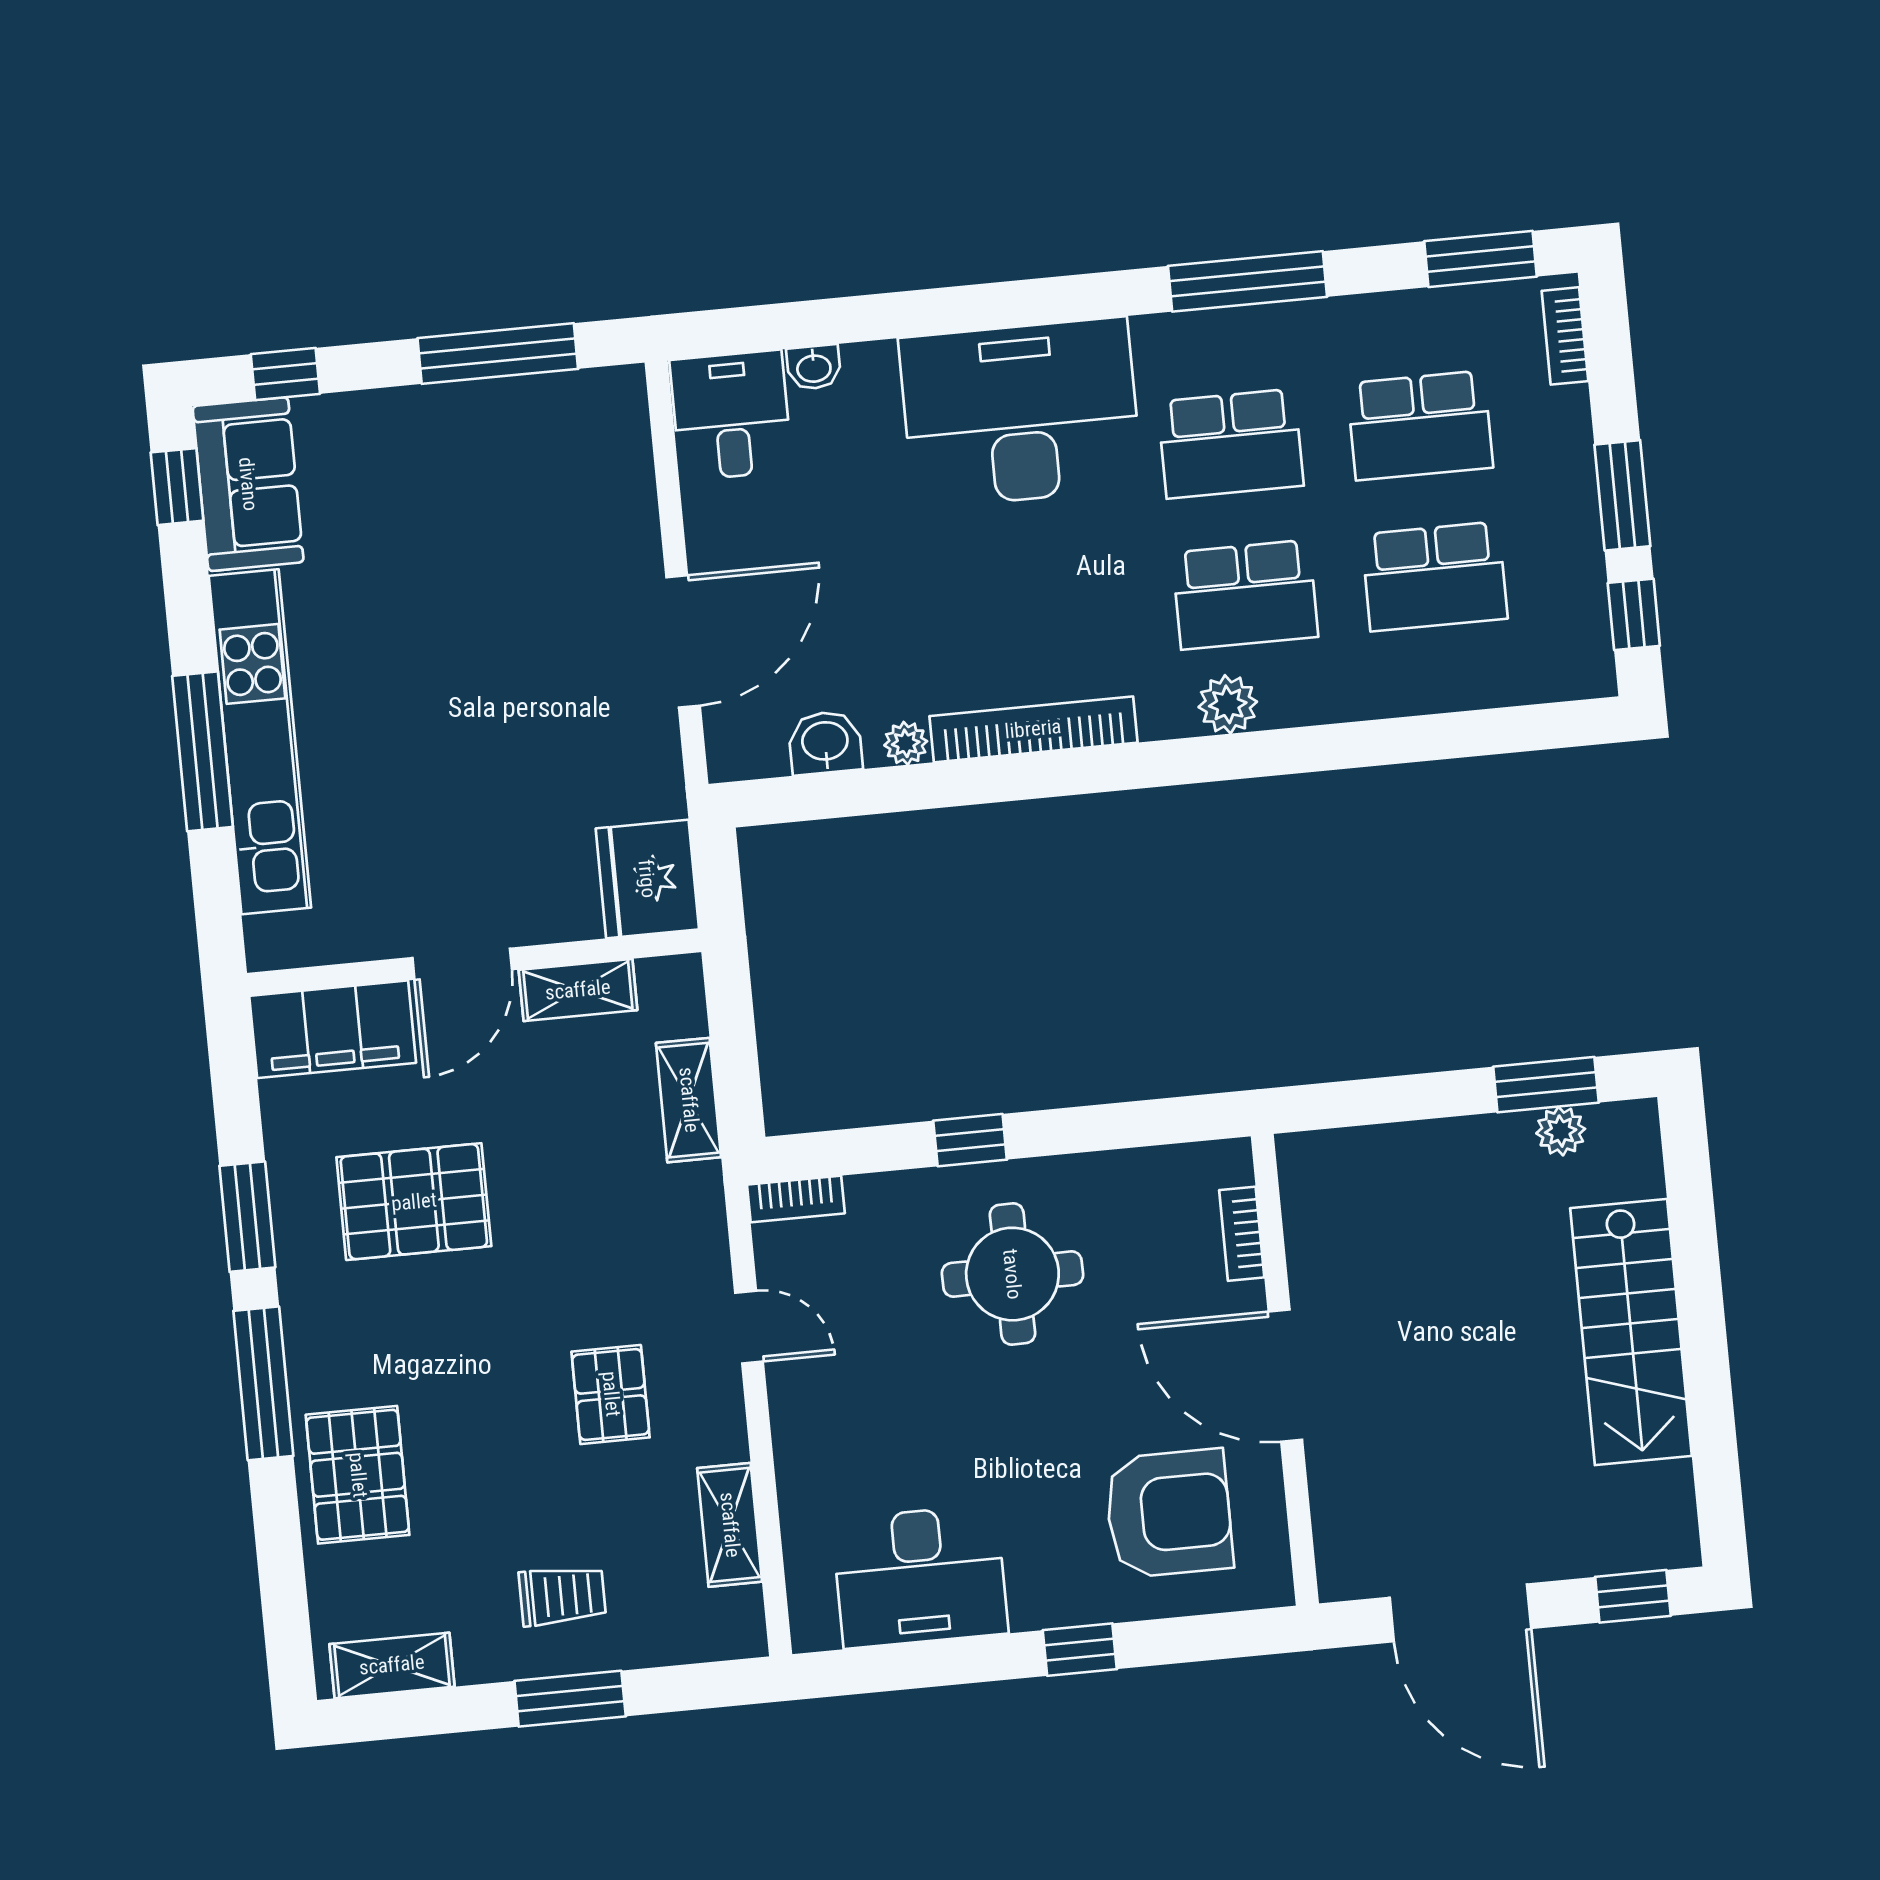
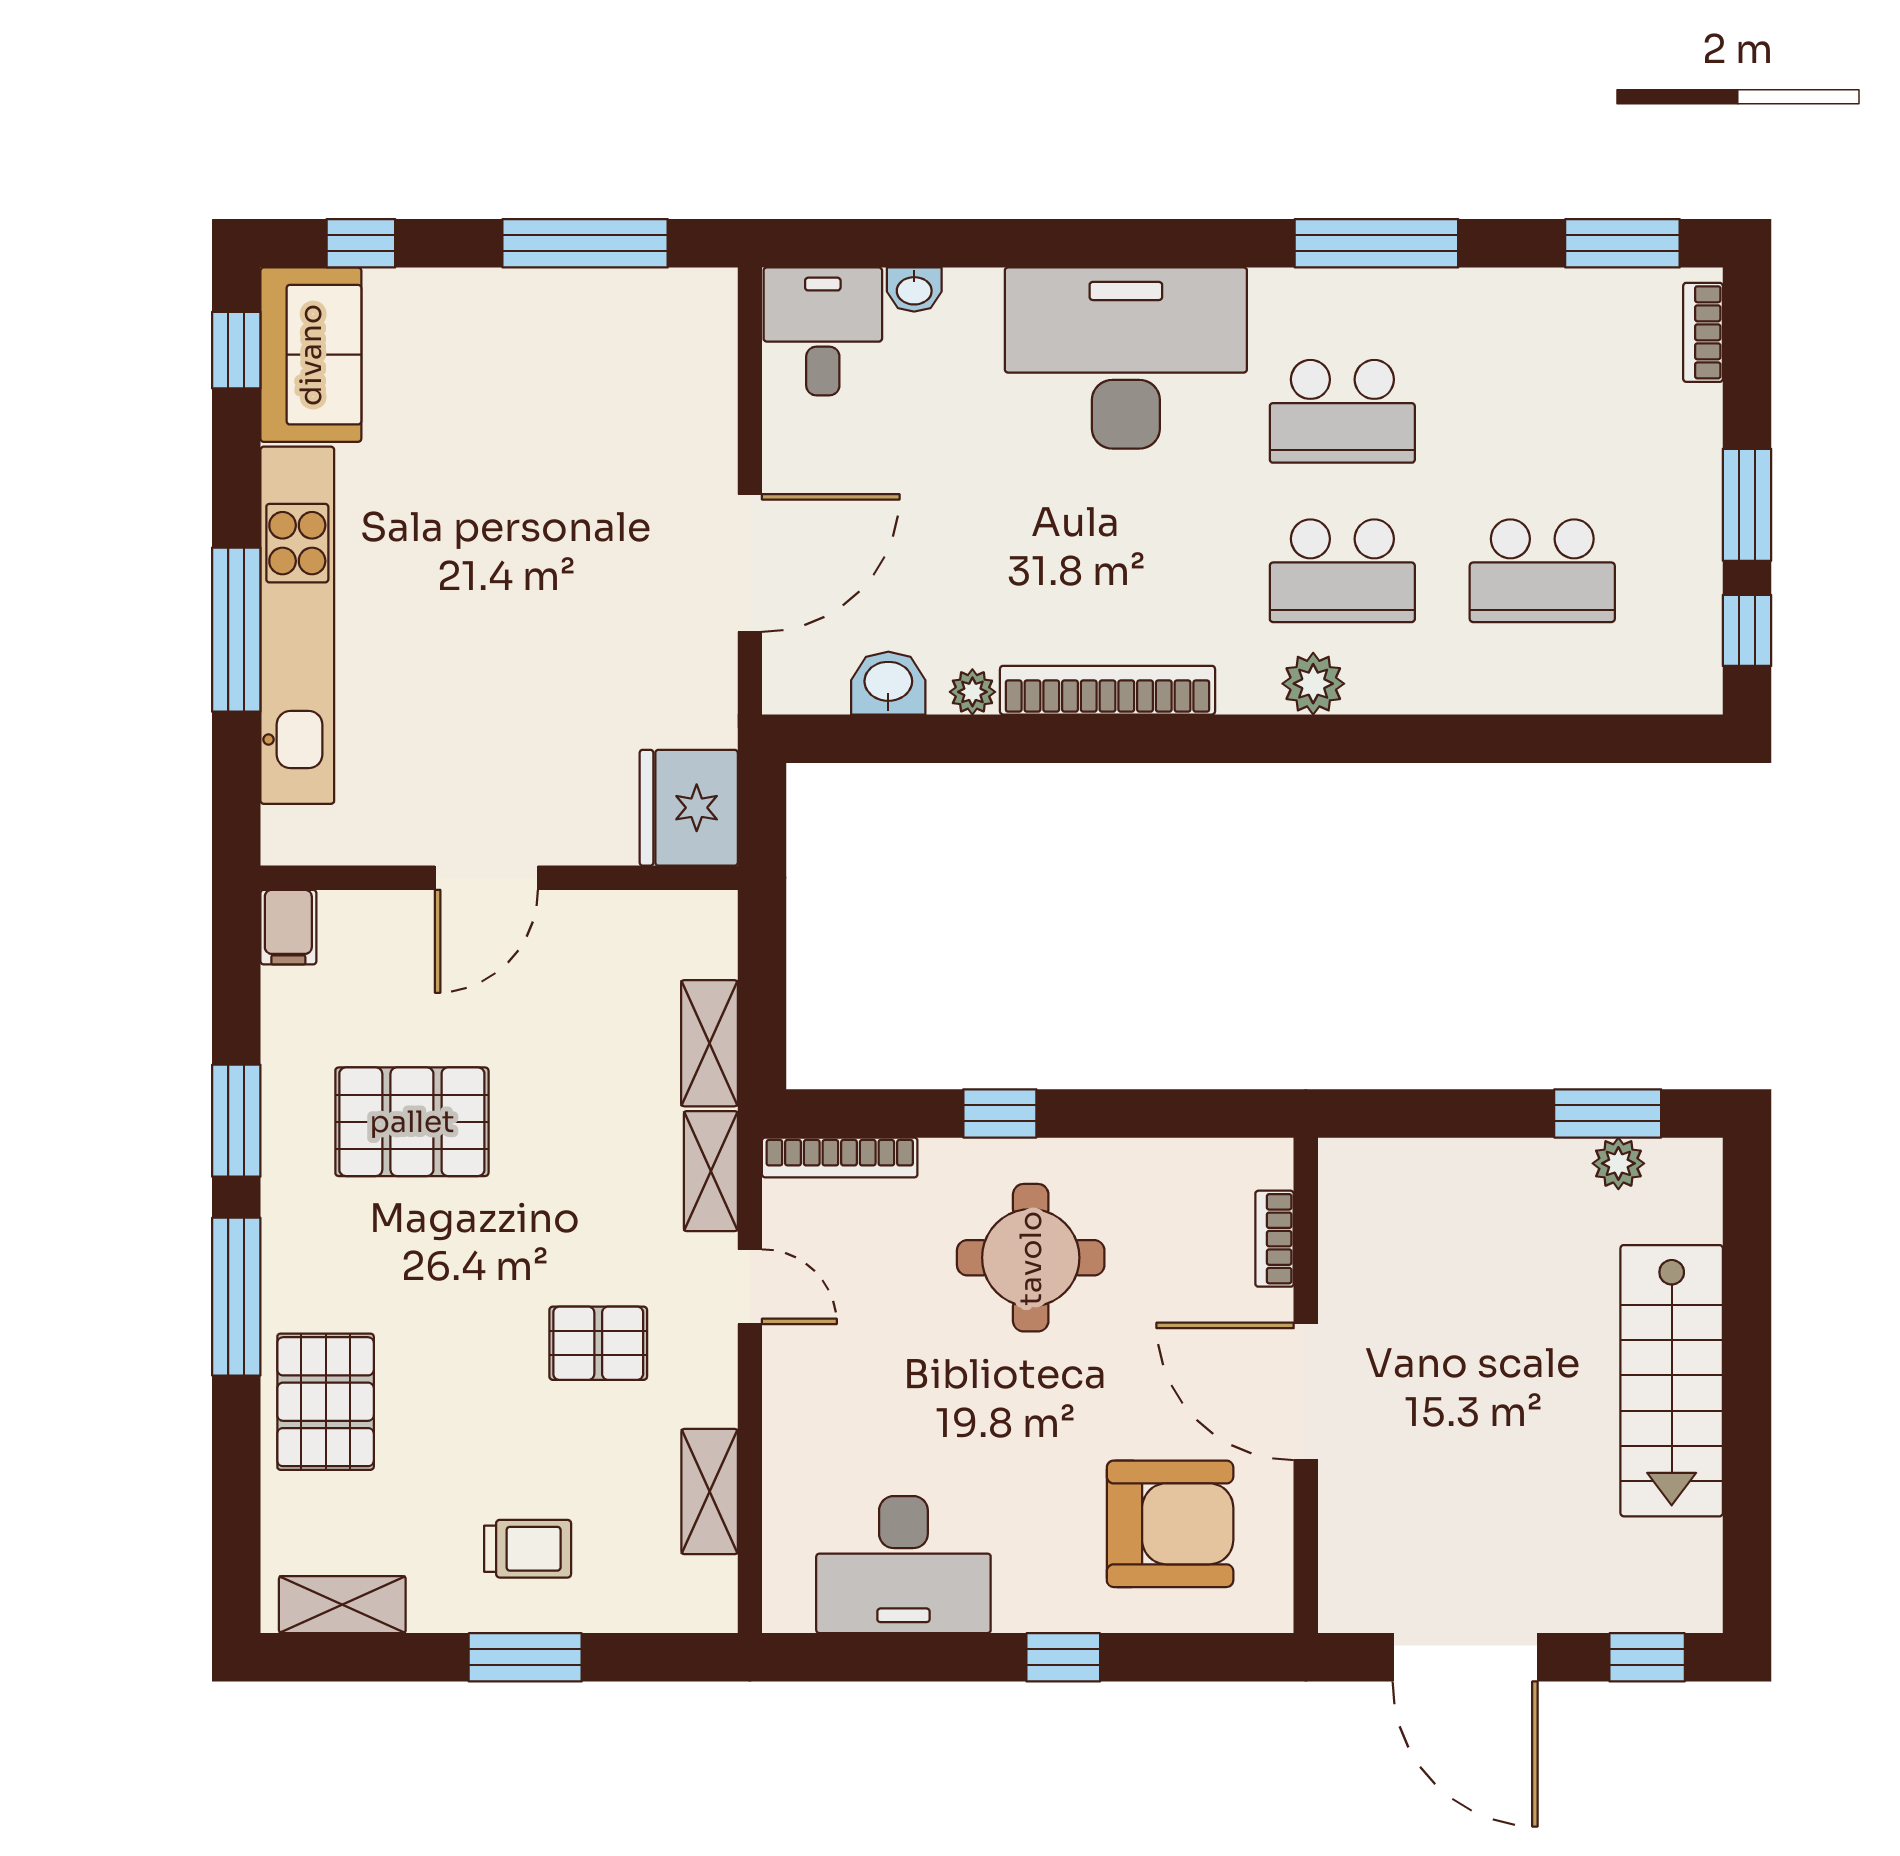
school desk: (1420, 425) -> (1542, 411), removed
shelving: (578, 990) -> (711, 1171), moved, turned 90
filing cabinet: (333, 1029) -> (288, 927), width x0.33, depth x0.86
bookcase: (796, 1199) -> (840, 1158), width x1.56
pallet: (611, 1394) -> (598, 1343), turned 90

